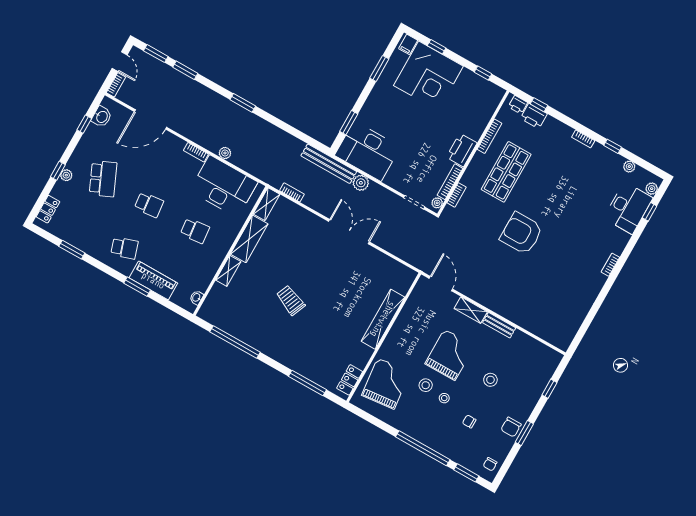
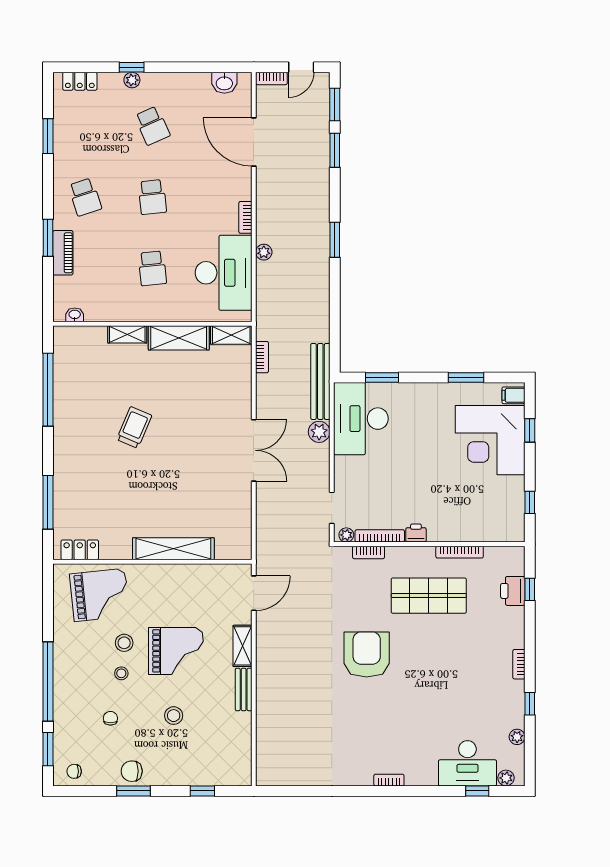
printer: (518, 105) -> (516, 565), removed
window: (84, 124) -> (204, 67), removed
printer: (462, 150) -> (416, 533), width x0.53, depth x0.68
school desk: (103, 179) -> (152, 126), width x0.54
piano: (153, 280) -> (63, 253), width x0.73, depth x0.75

